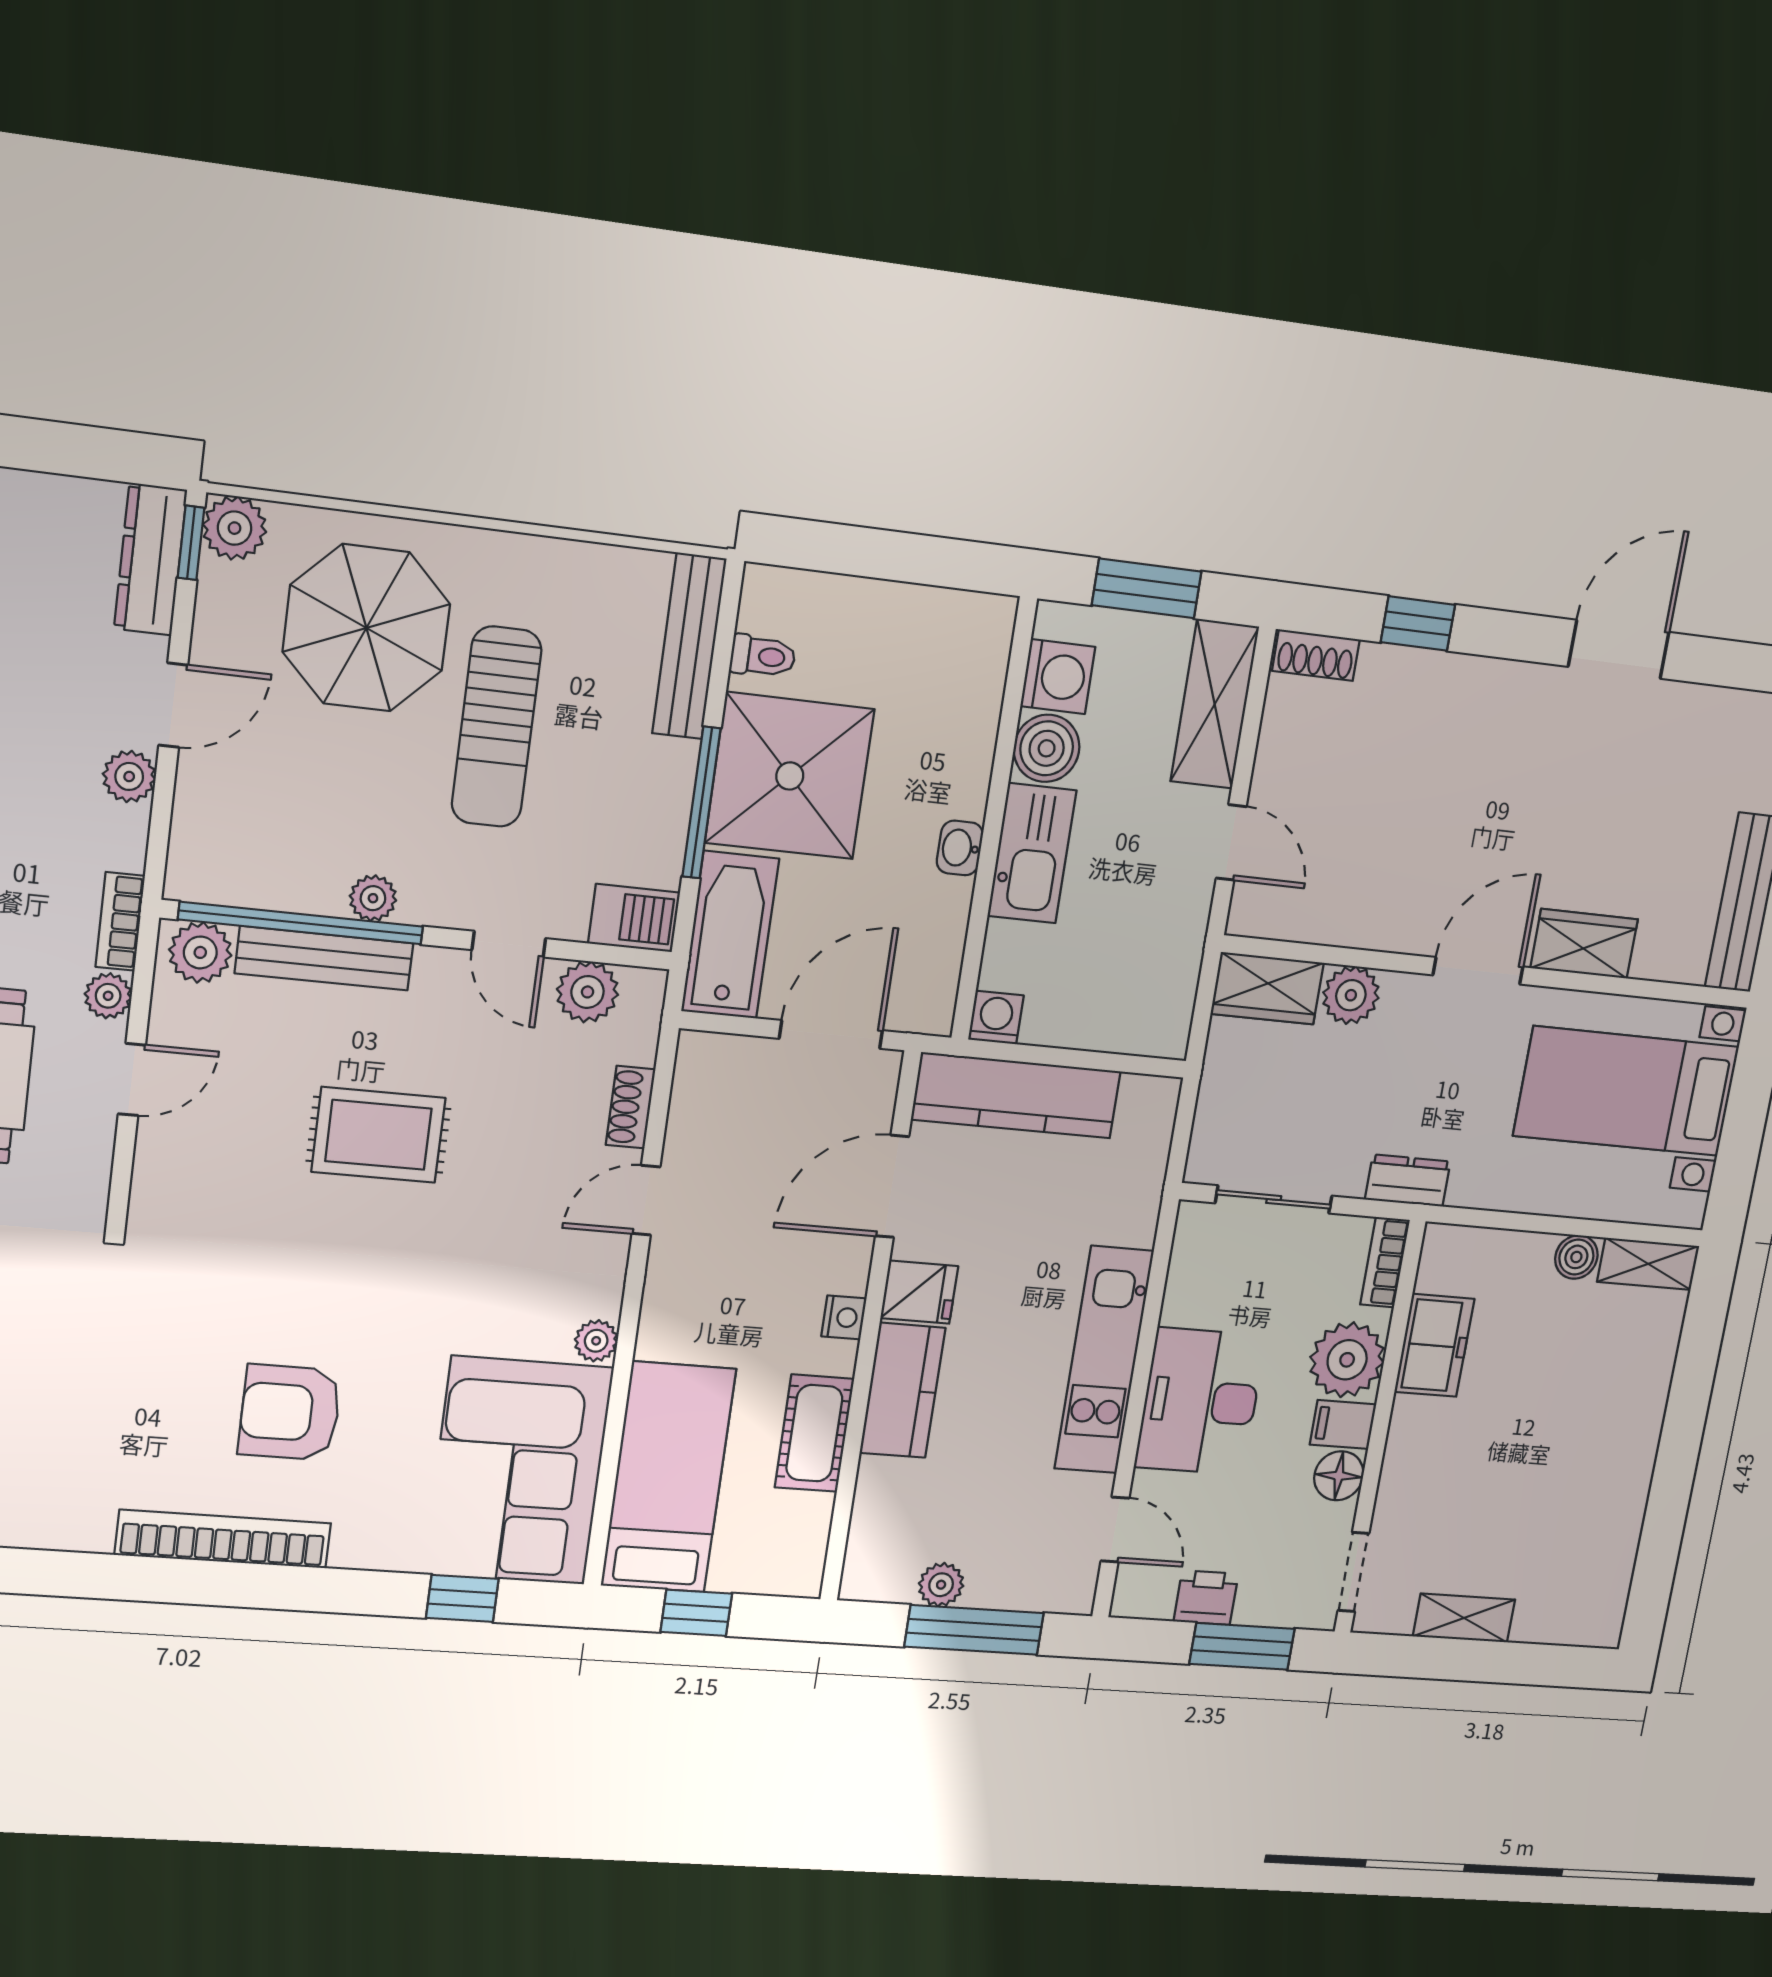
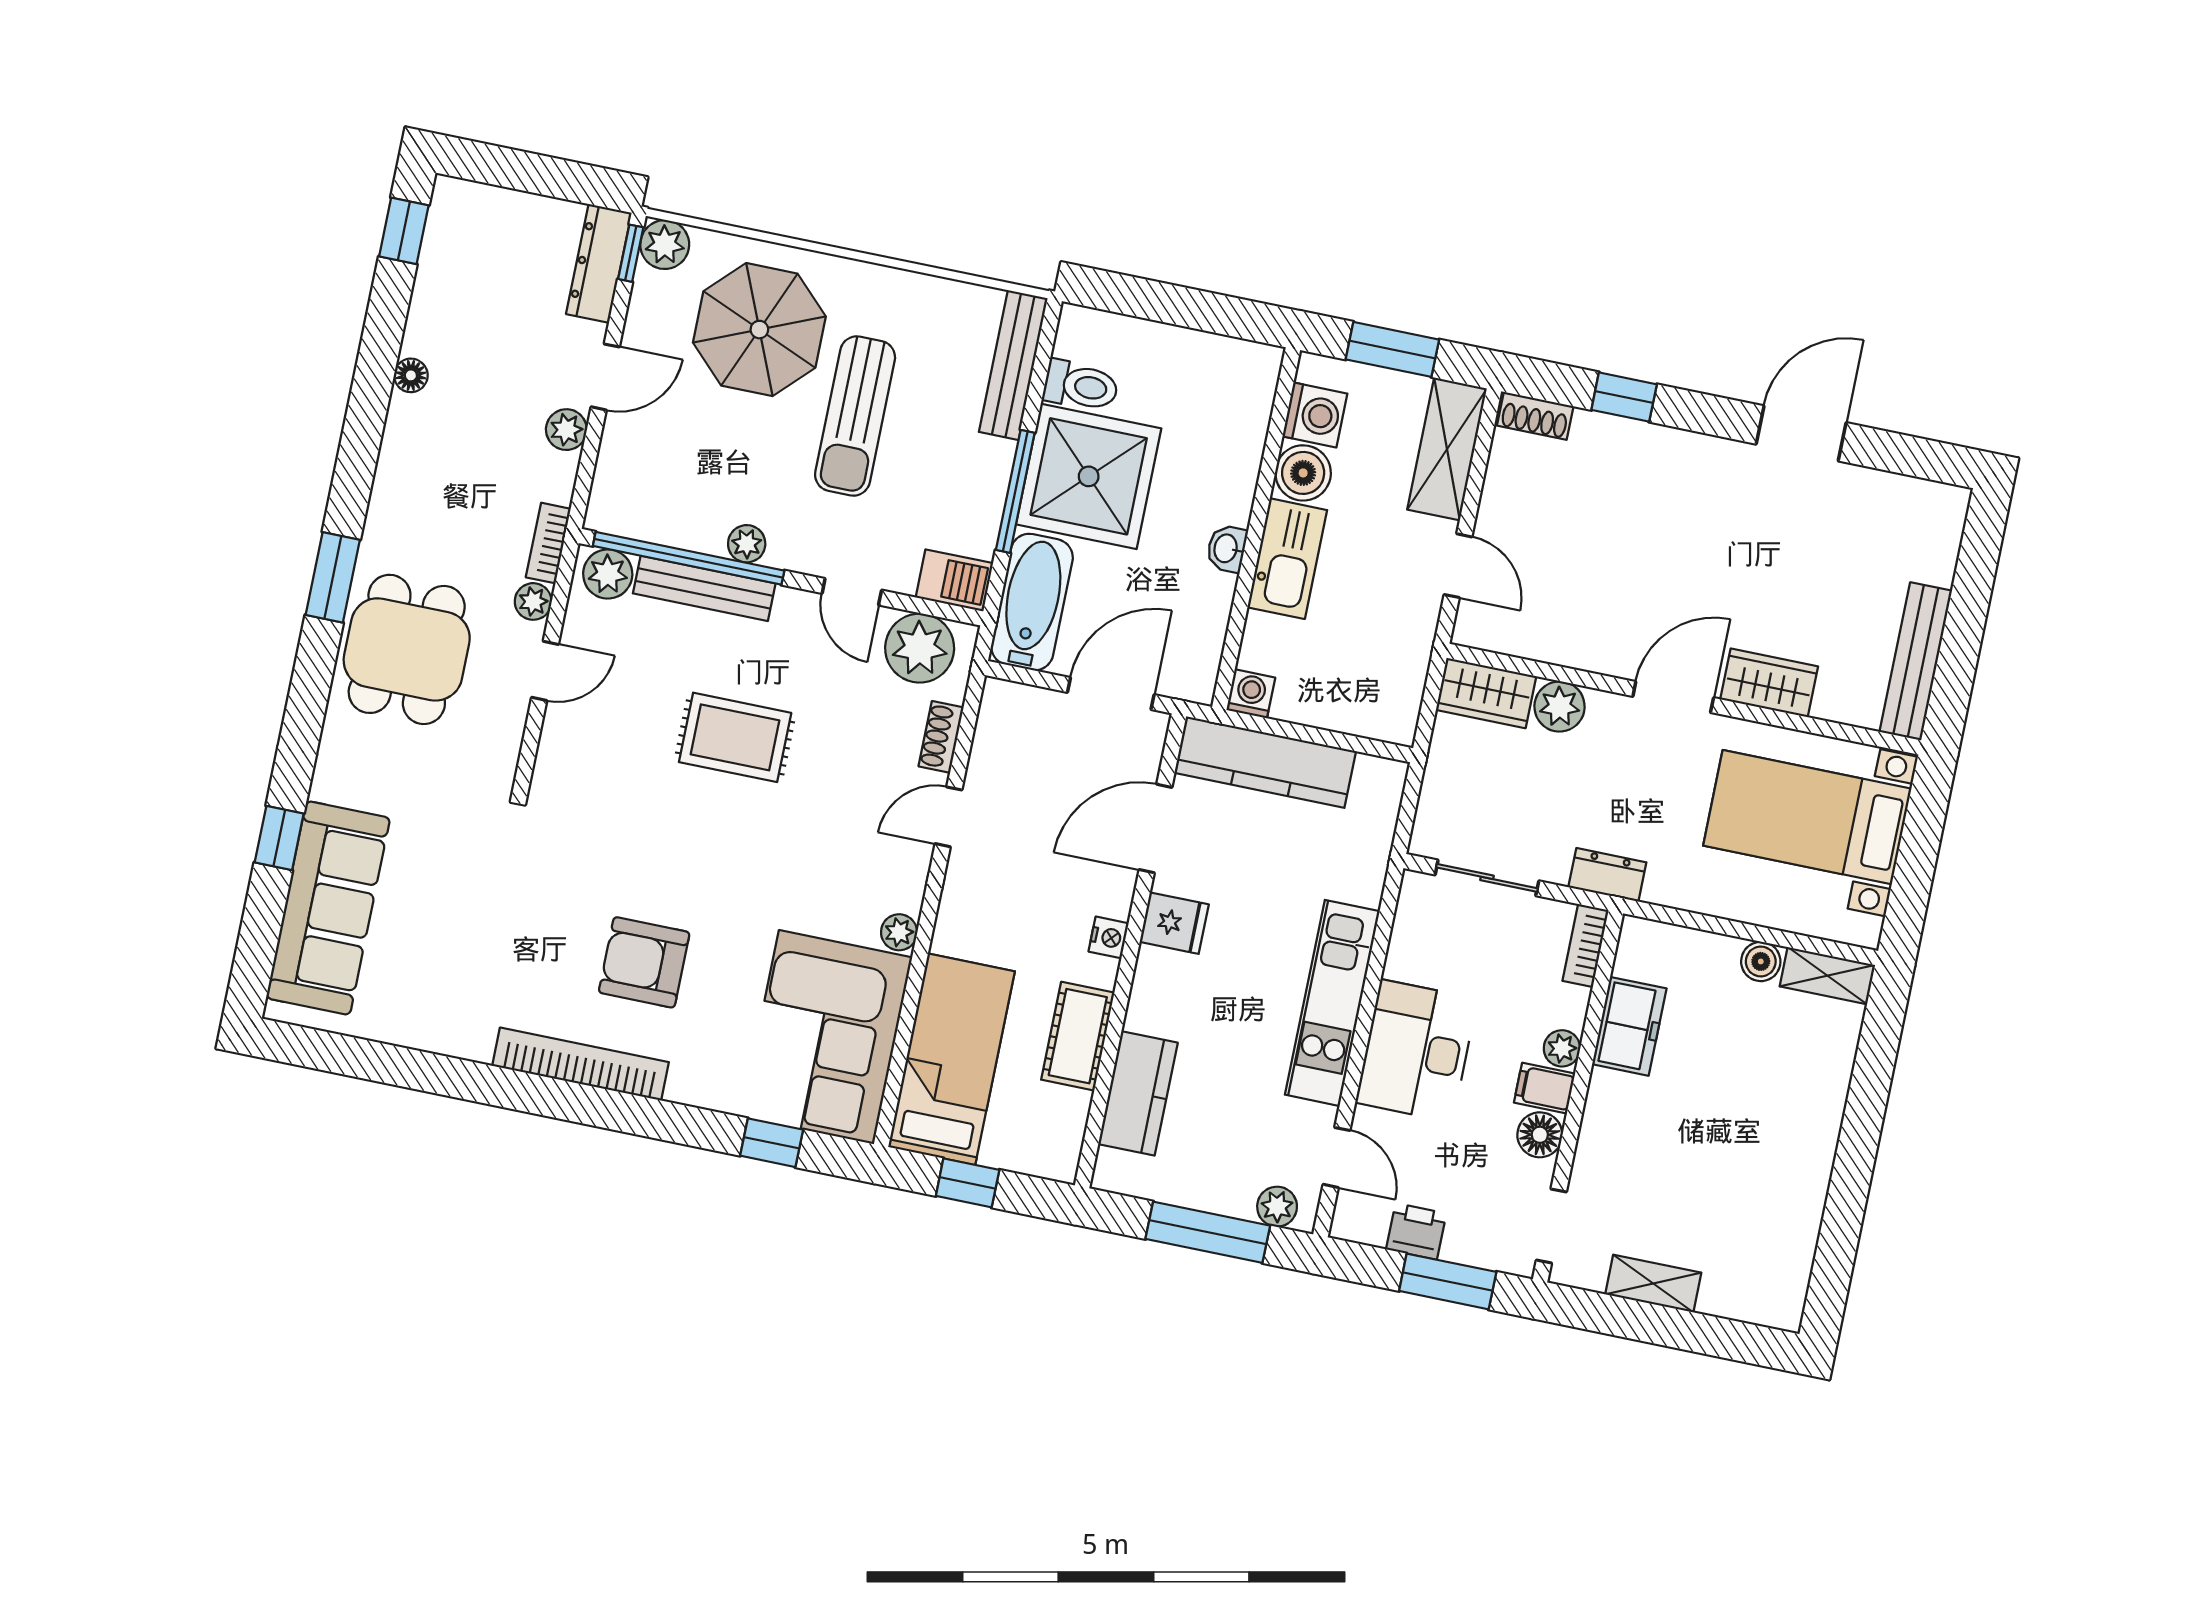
toilet: (763, 656) -> (1081, 386), width x1.37, depth x1.39
plant: (588, 992) -> (920, 648), width x1.36, depth x1.36
plant: (1347, 1360) -> (1562, 1048), width x0.53, depth x0.53
kitchen counter: (902, 1390) -> (1138, 1093), moved
plant: (941, 1585) -> (1277, 1207), moved

